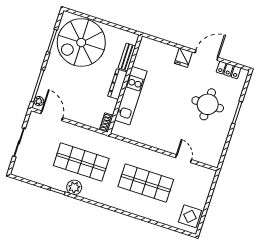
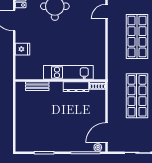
spiral stairs: (81, 43) -> (38, 128), removed
fridge: (183, 58) -> (23, 49), moved
dresser: (118, 84) -> (76, 87), moved

